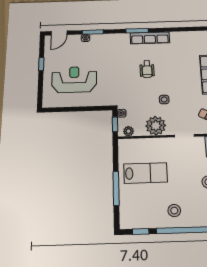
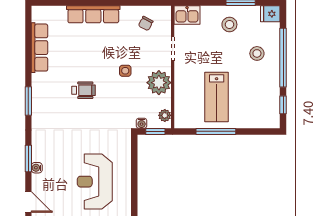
row of seats: (150, 38) -> (40, 48), moved
lab bench: (145, 173) -> (217, 97), turned 180
window: (116, 188) -> (216, 131), moved
stool: (174, 211) -> (257, 53), moved

